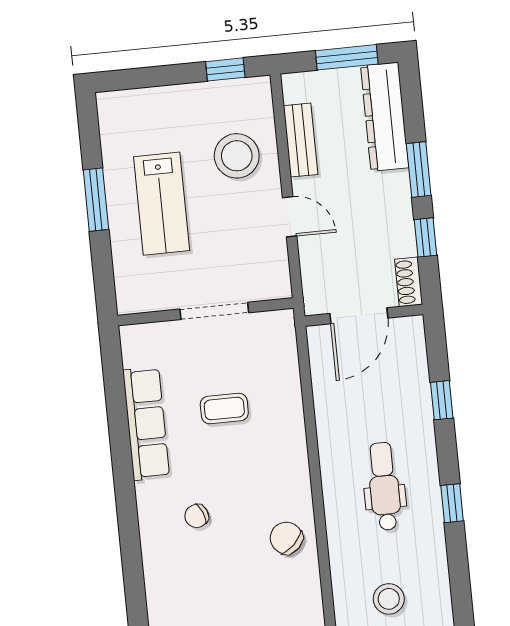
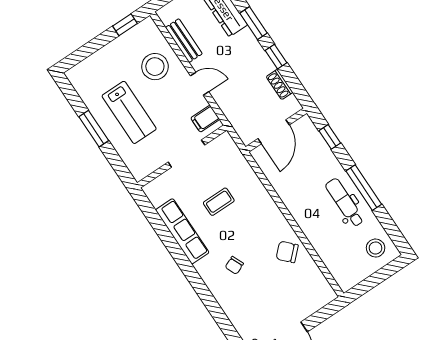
filing cabinet: (270, 274) -> (205, 119), added
wall: (364, 315) -> (276, 130), moved
door: (359, 316) -> (274, 132), moved
dental chair: (384, 486) -> (345, 203), moved
window: (452, 503) -> (364, 188), width x2.17
stool: (389, 599) -> (376, 248), moved

